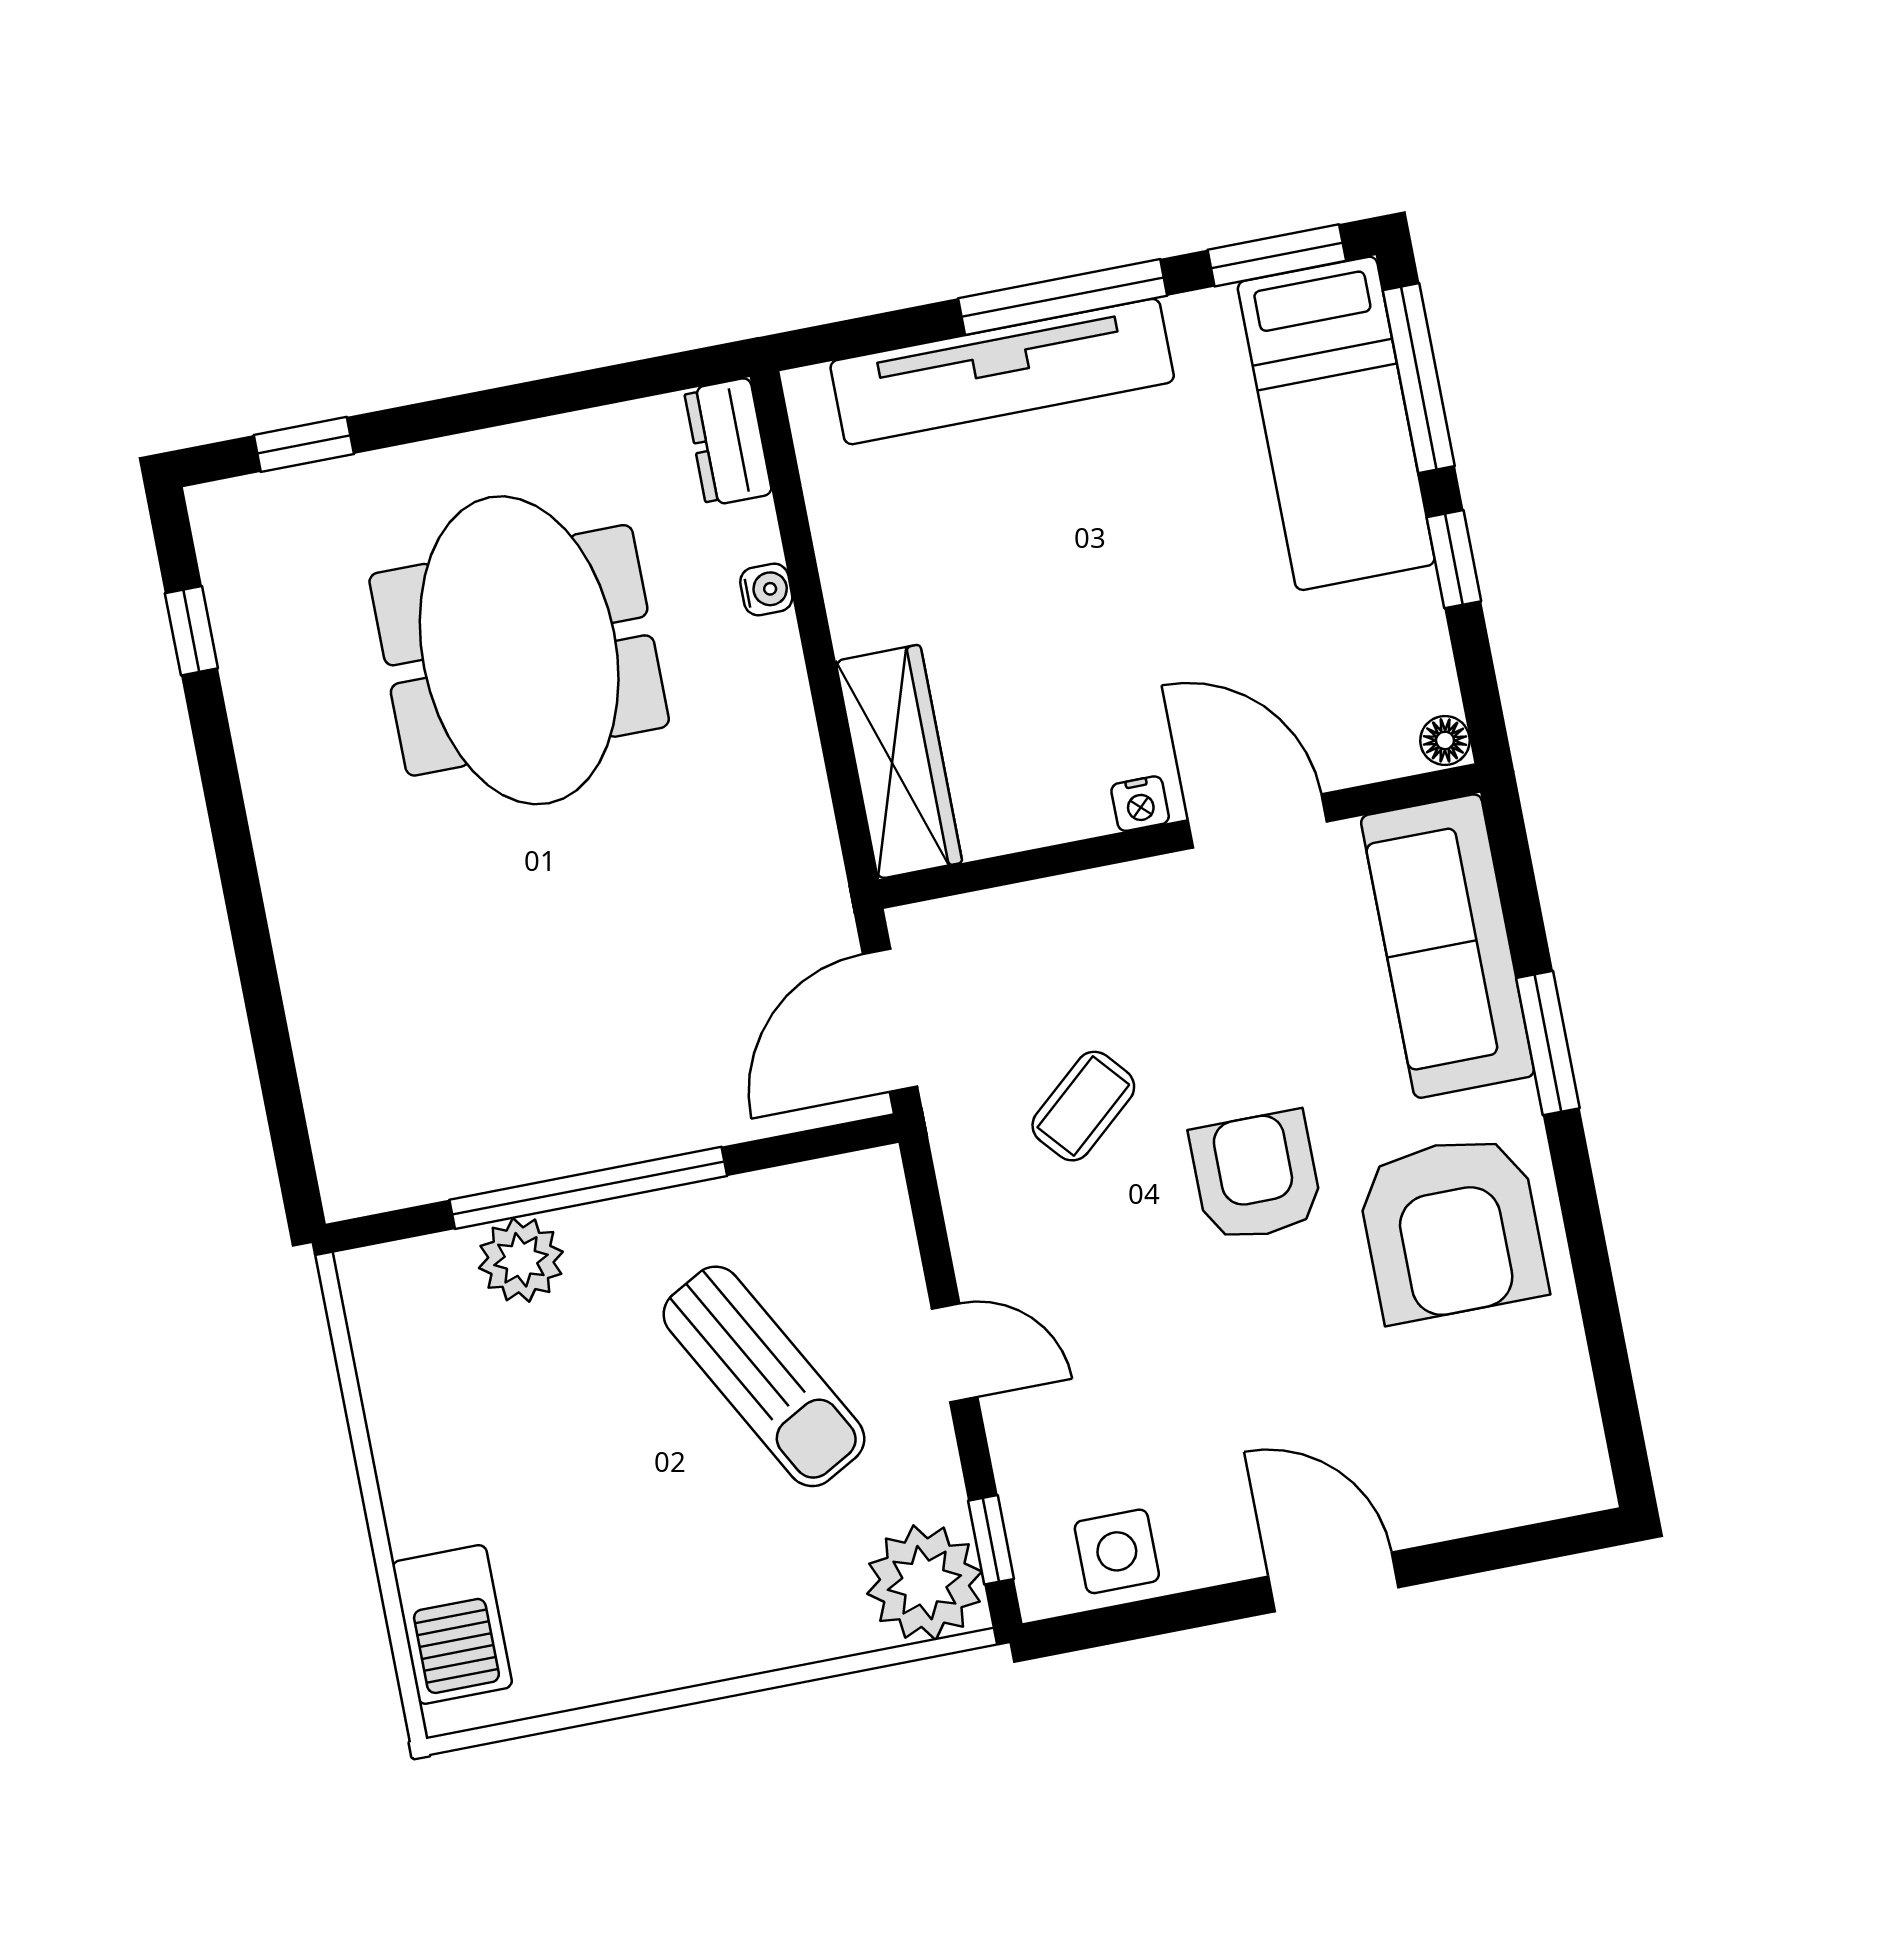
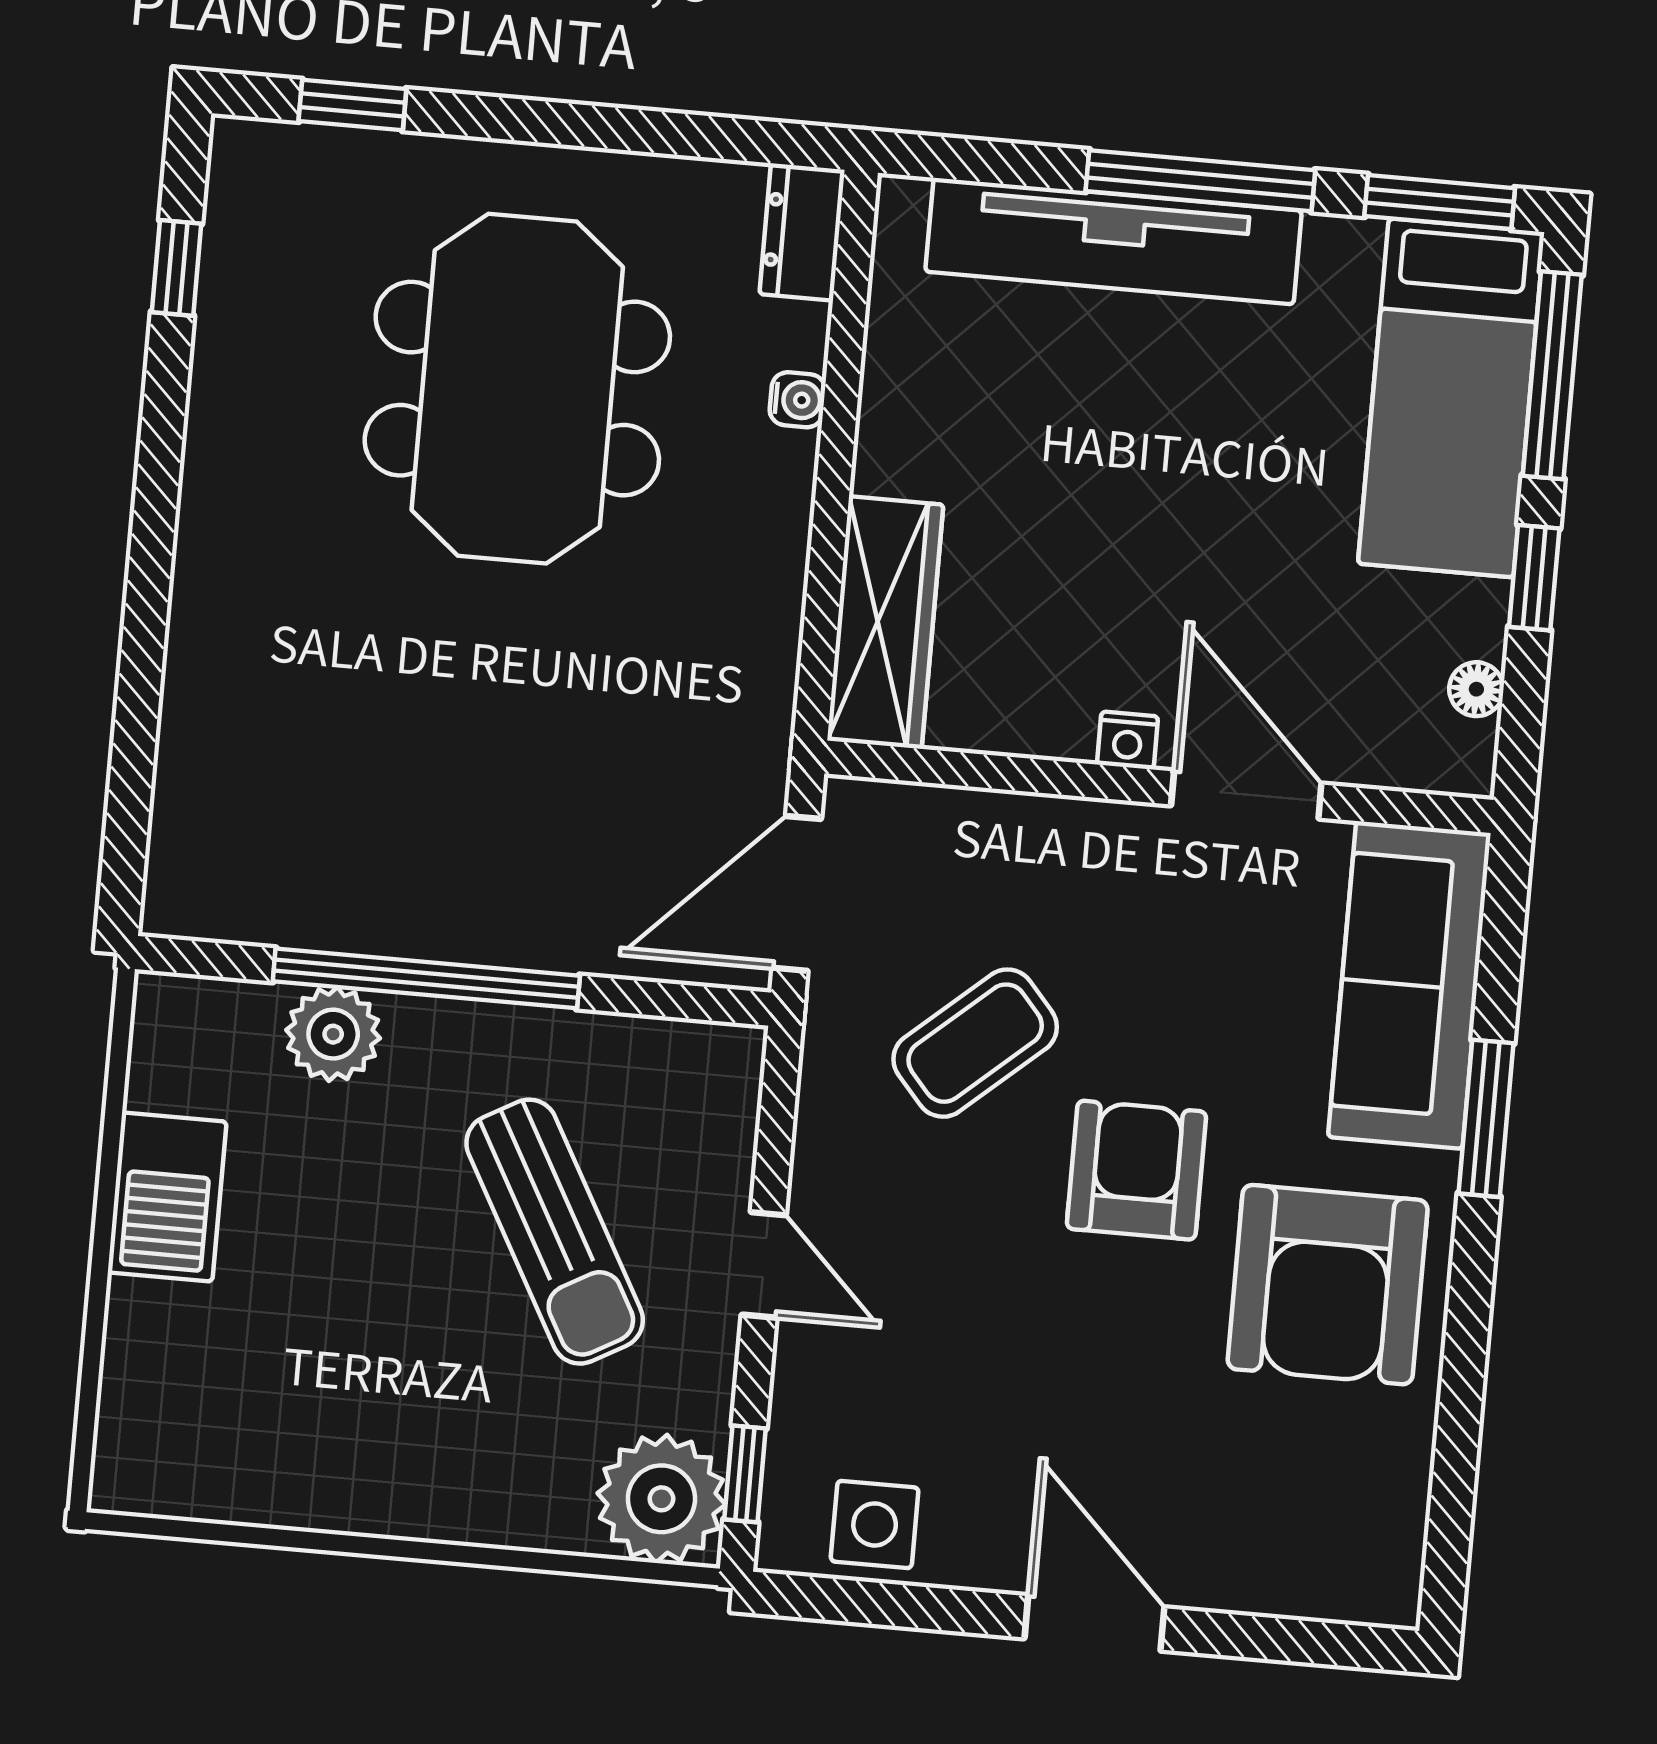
floor lamp: (1445, 740) -> (1476, 689), moved
coffee table: (1083, 1106) -> (975, 1043), width x1.36, depth x1.30
barbecue: (452, 1624) -> (167, 1197), moved

